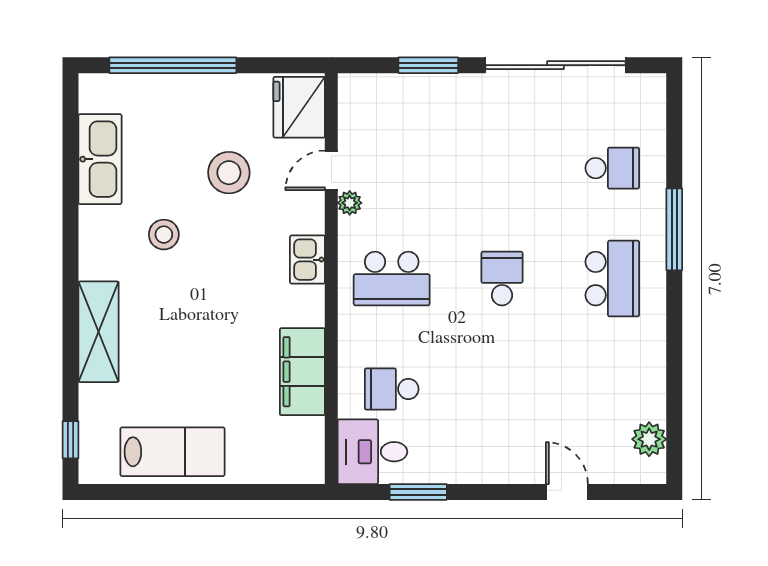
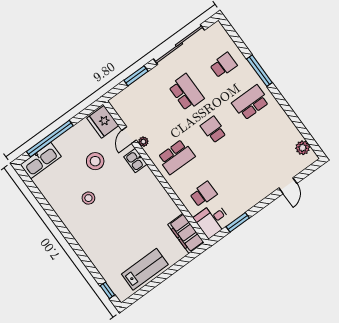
kitchen sink: (100, 159) -> (41, 160), moved, turned 90
school desk: (502, 168) -> (186, 92), added
kitchen sink: (307, 260) -> (135, 161), moved
school desk: (612, 279) -> (251, 103), turned -90
shelving: (98, 332) -> (90, 247), removed
filing cabinet: (302, 372) -> (186, 233), moved
school desk: (392, 389) -> (203, 194), turned 180
door: (567, 492) -> (288, 186), swing flipped

